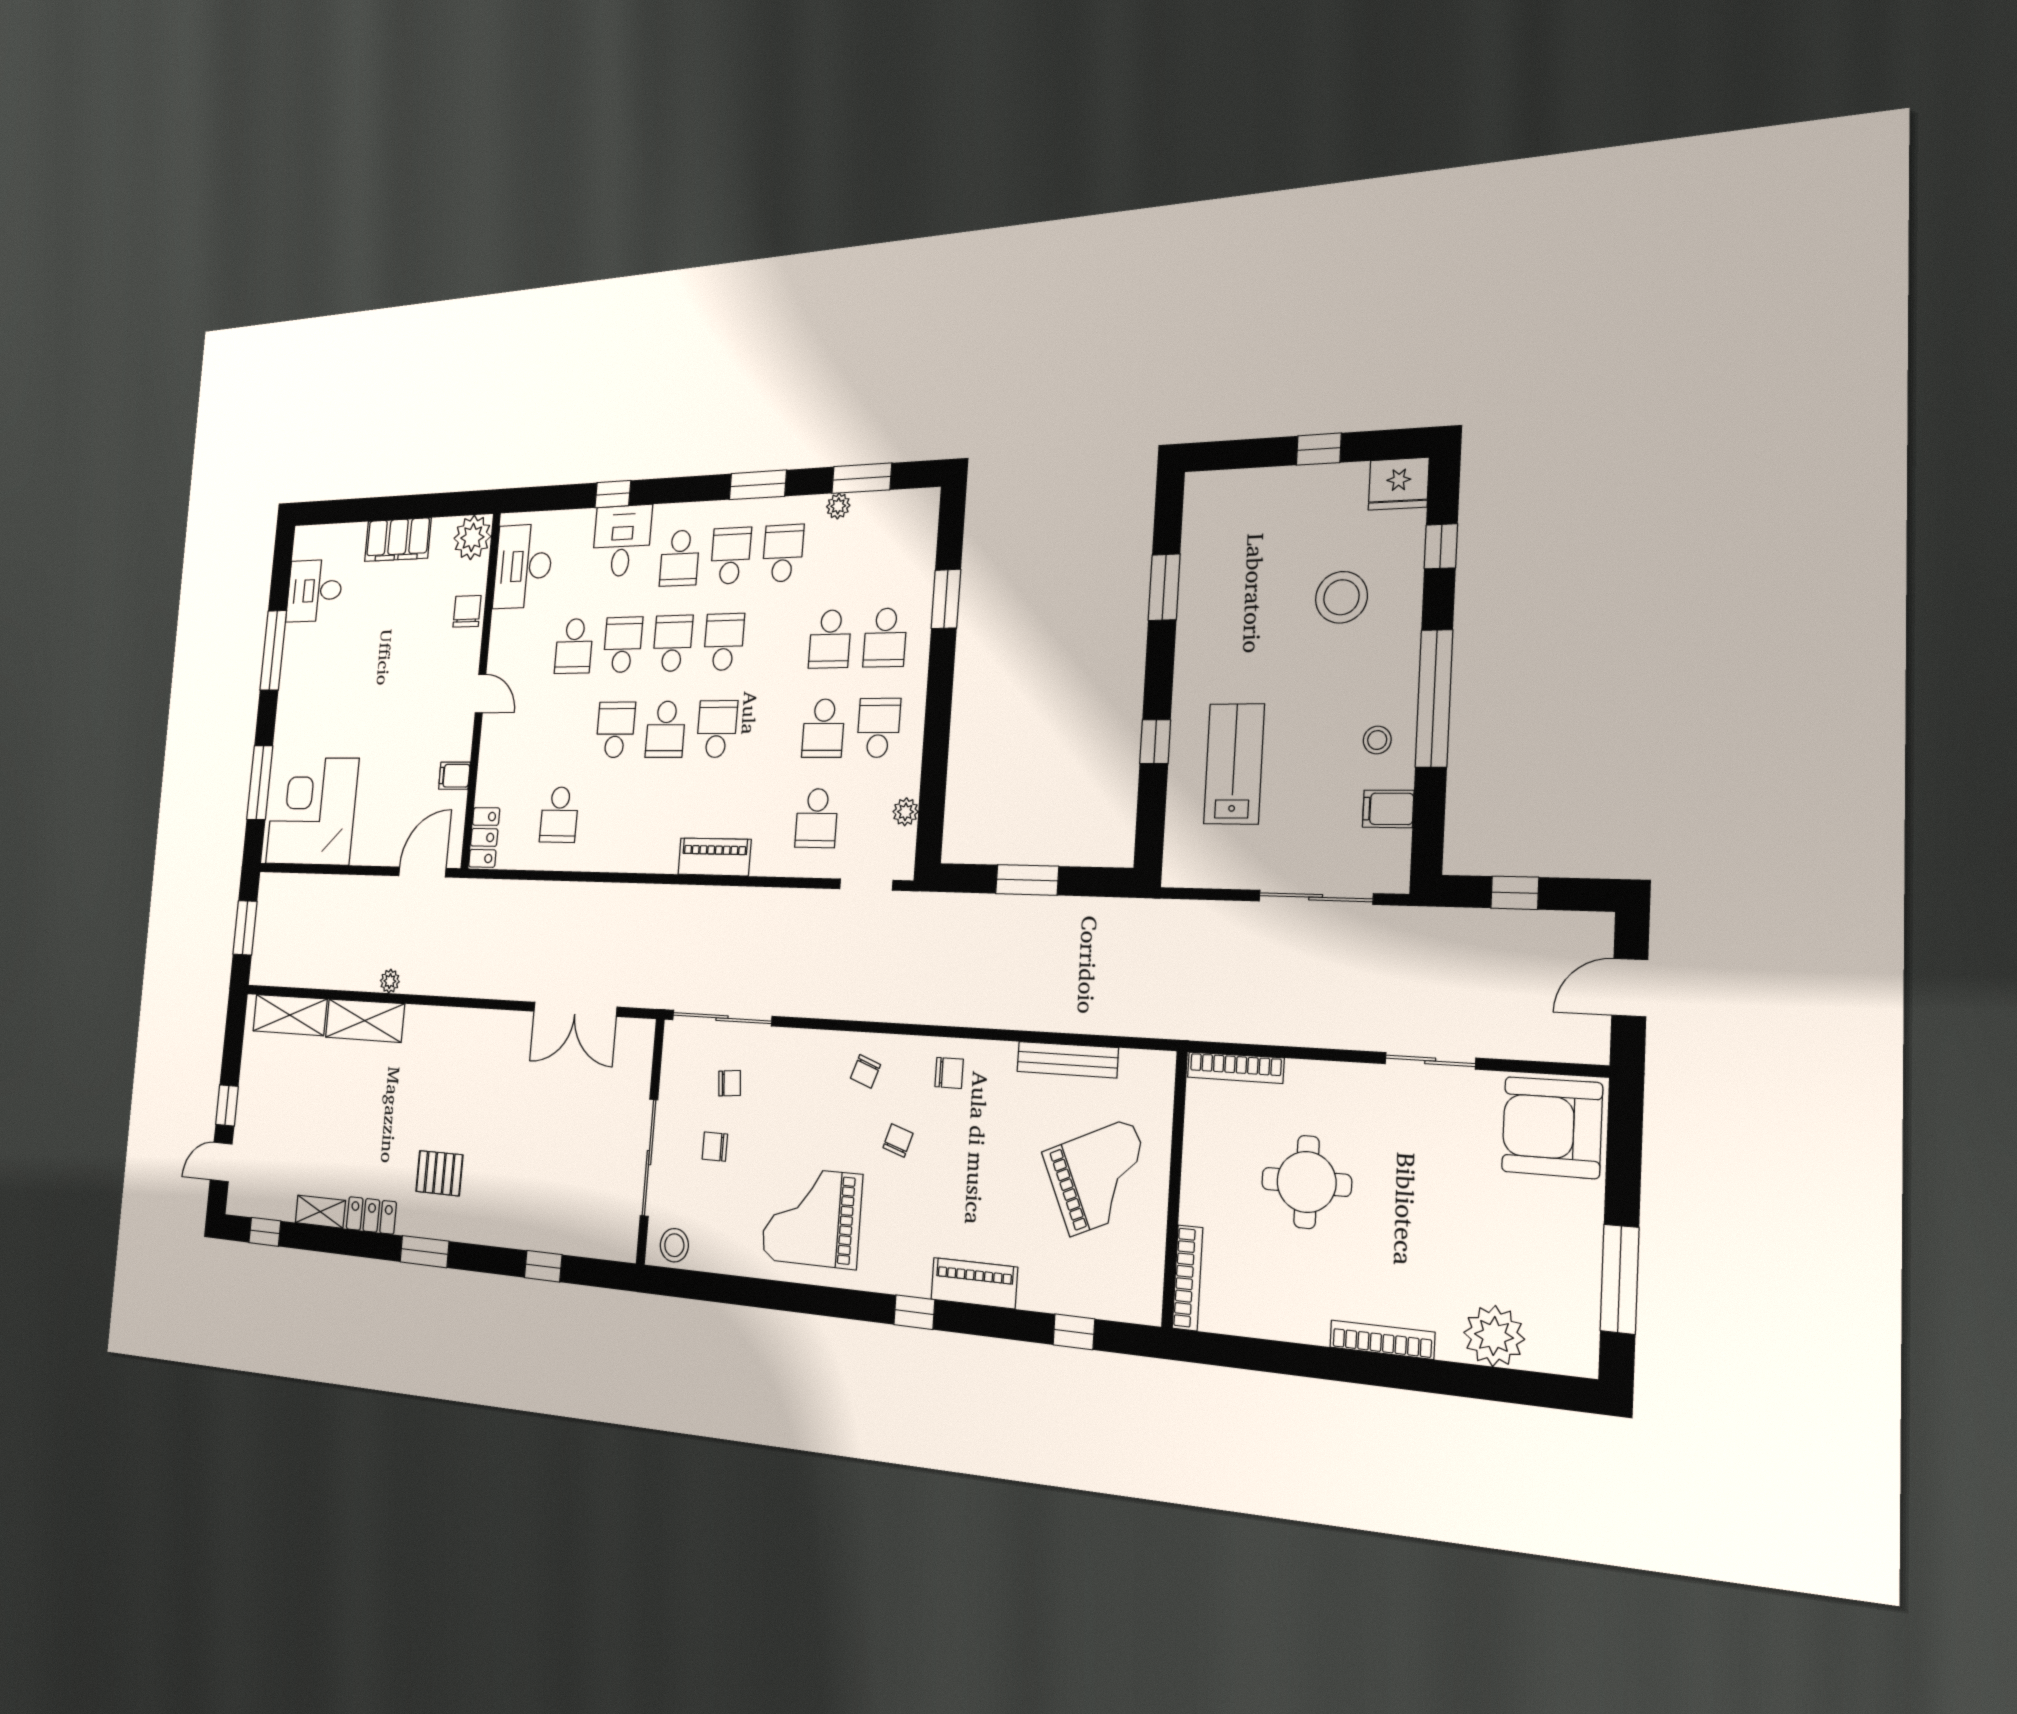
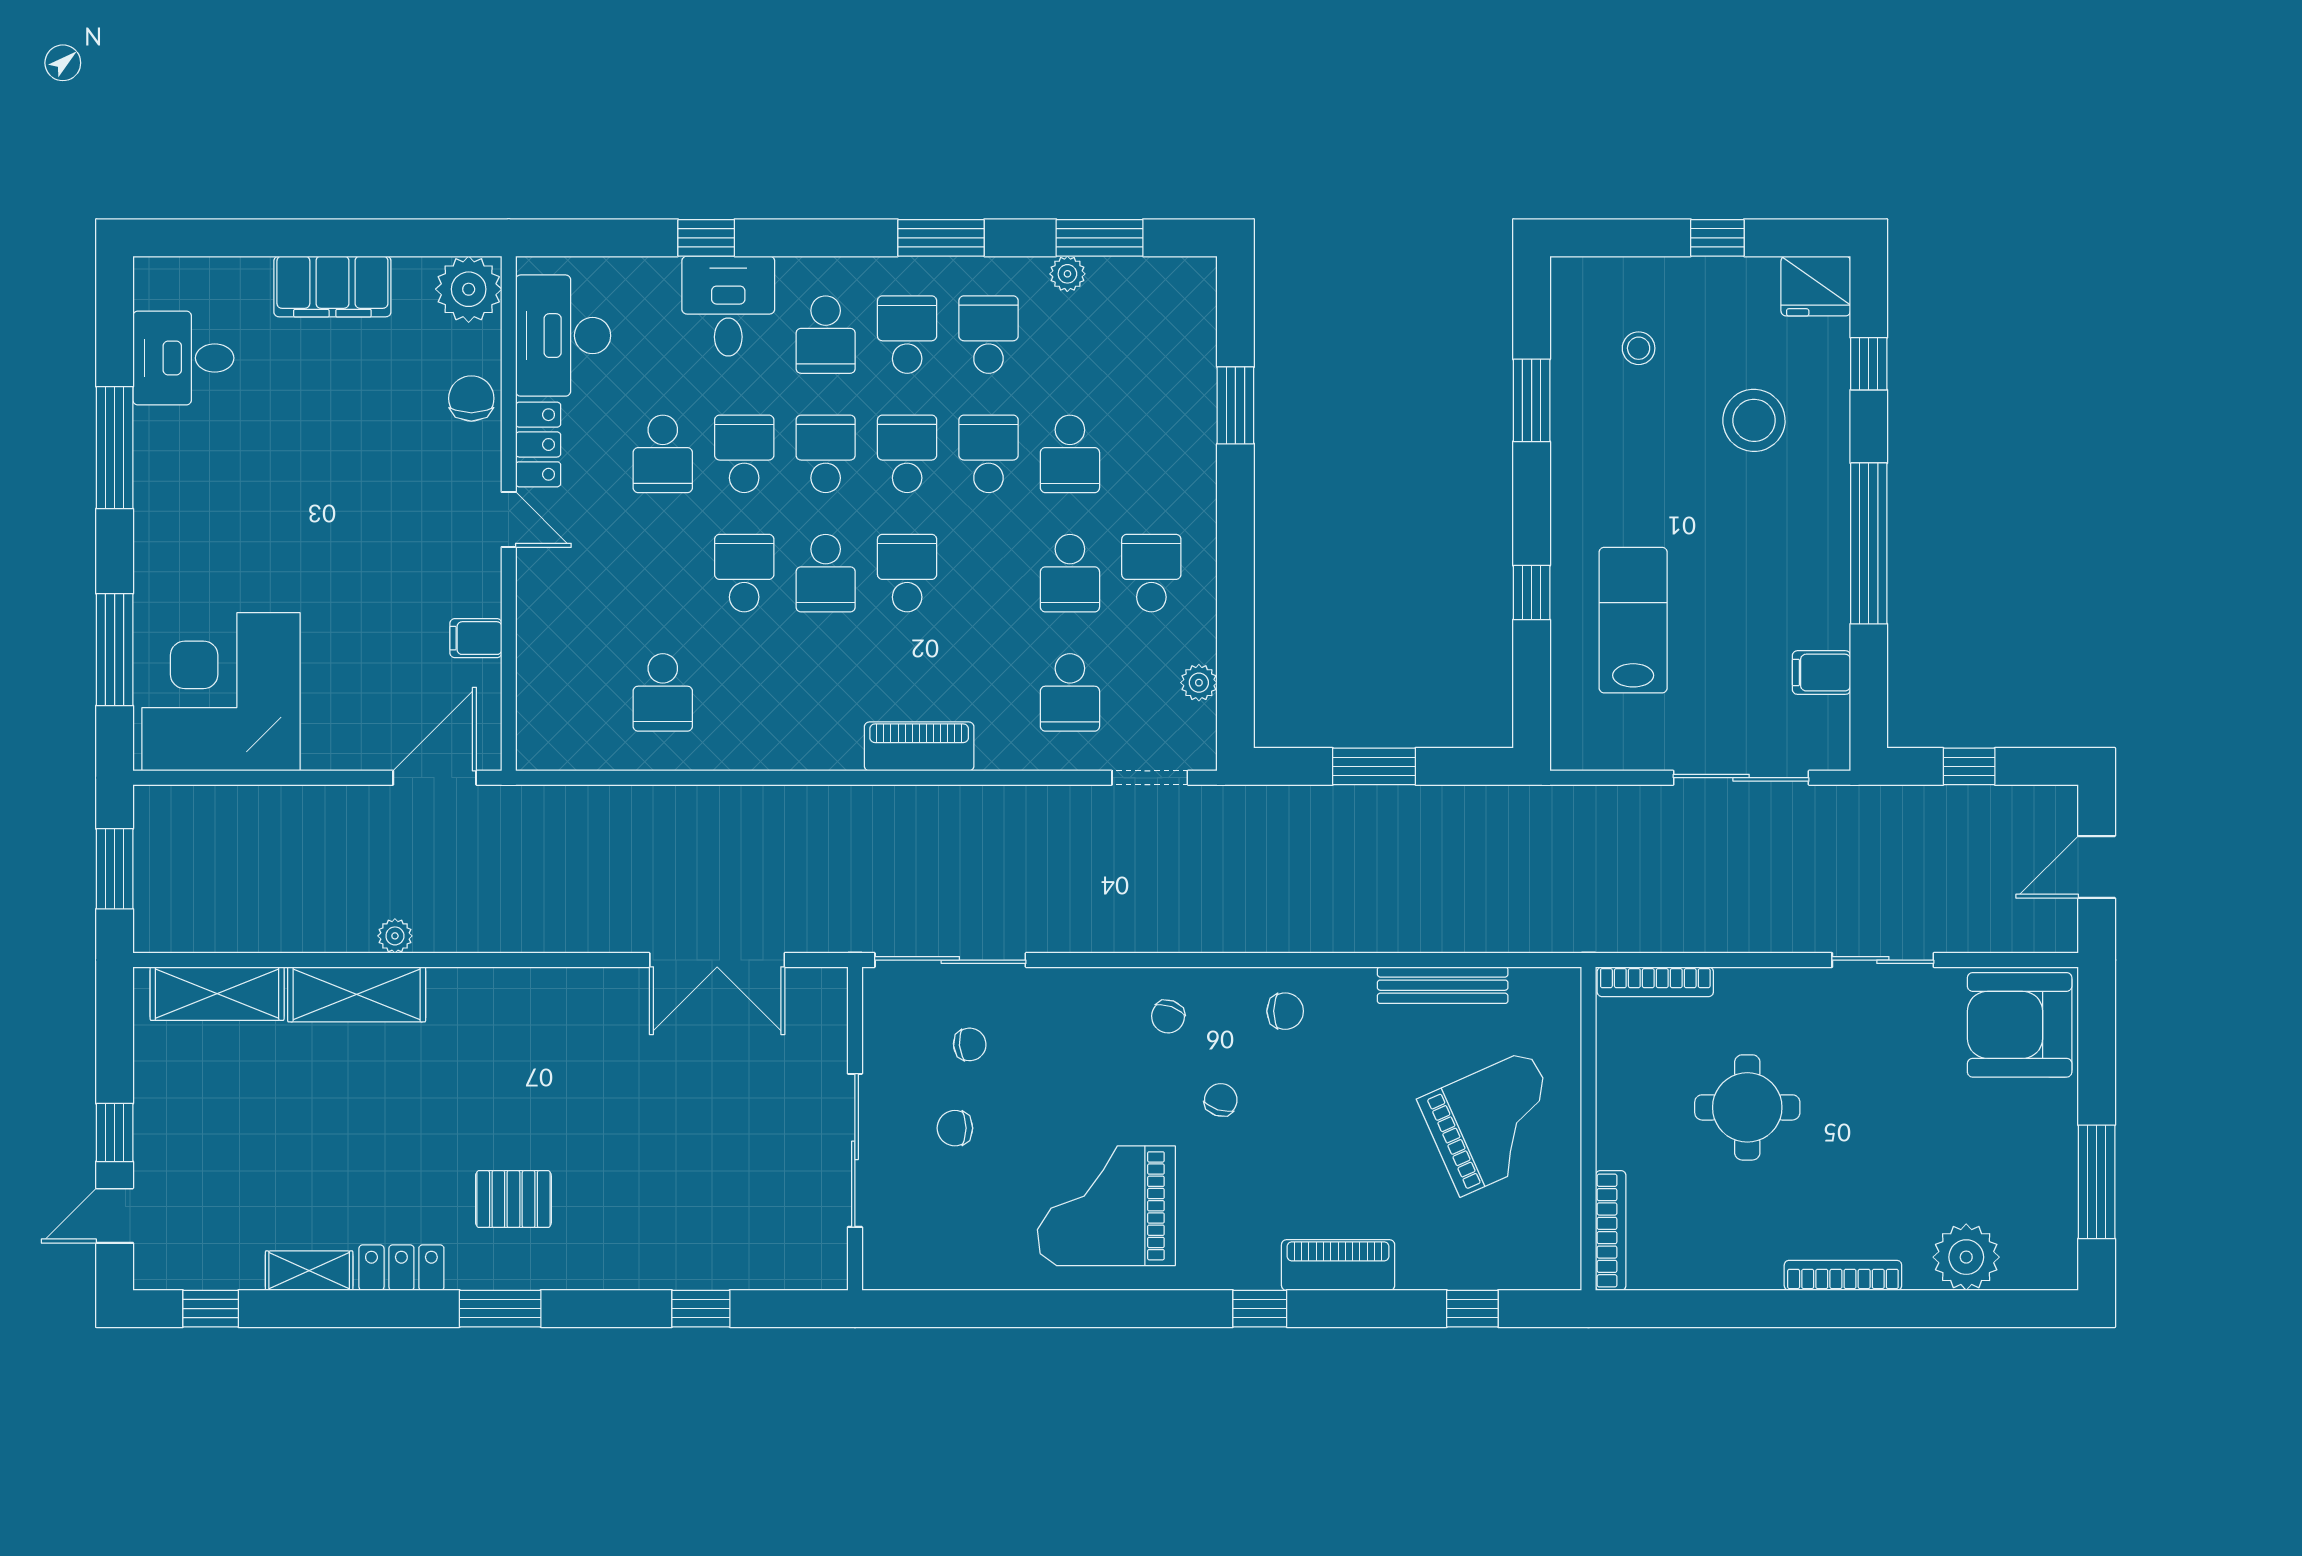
school desk: (885, 638) -> (988, 454), moved, turned 180
stool: (1377, 740) -> (1639, 348), moved
locker: (484, 837) -> (538, 444), moved
stool: (674, 1245) -> (905, 1261), removed

